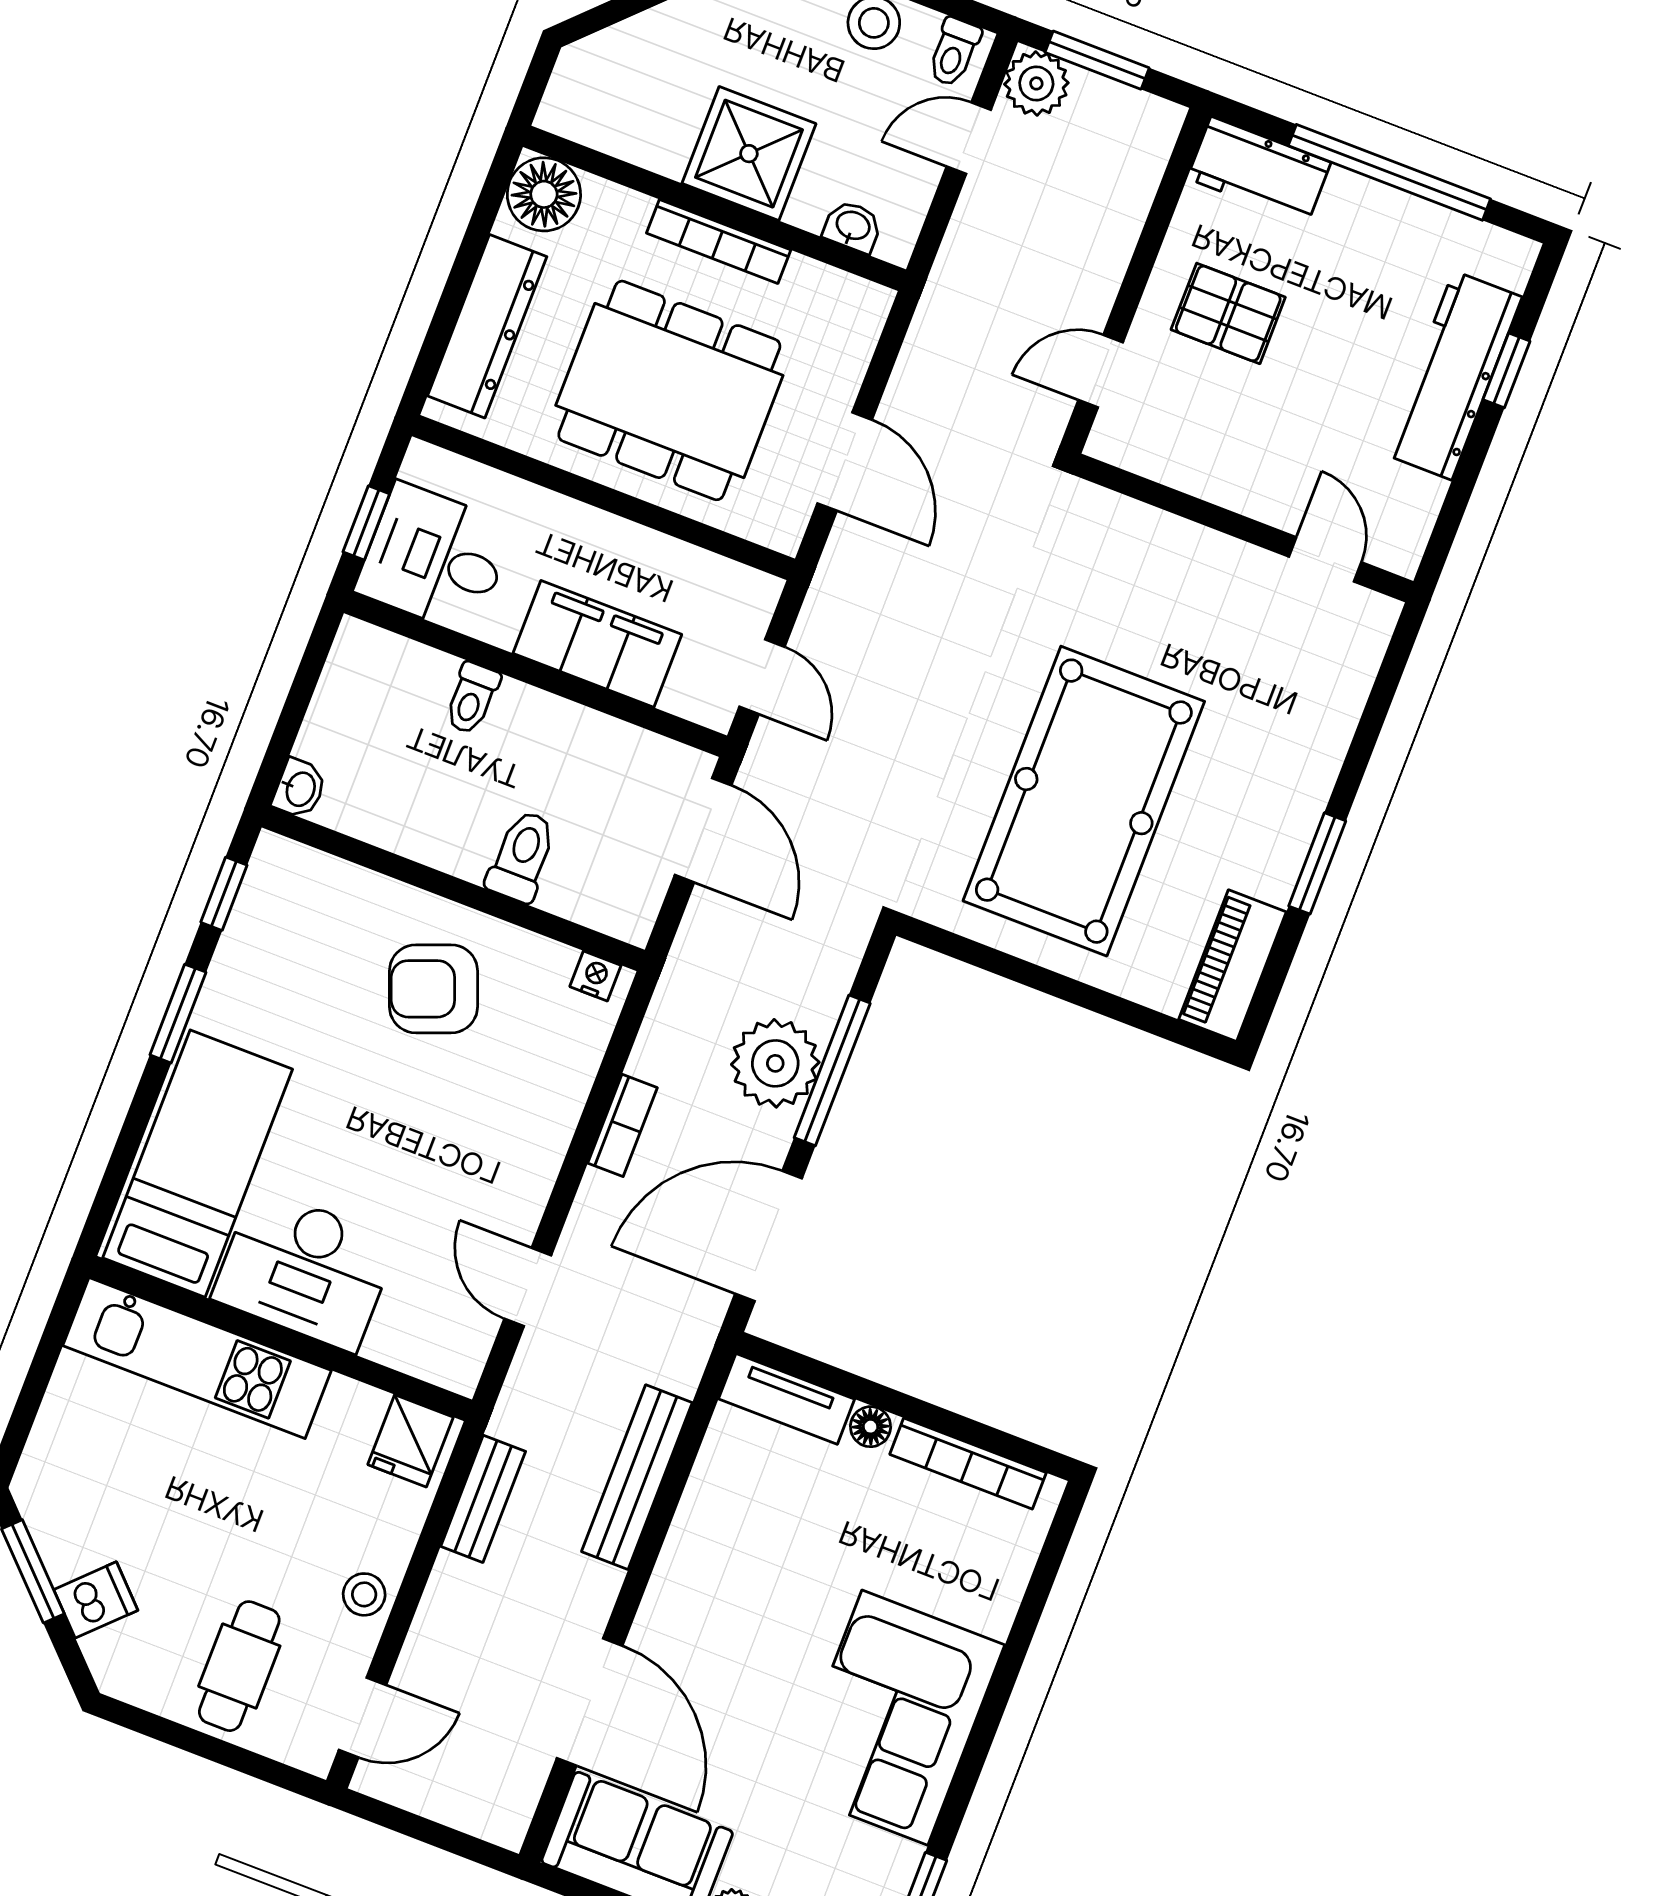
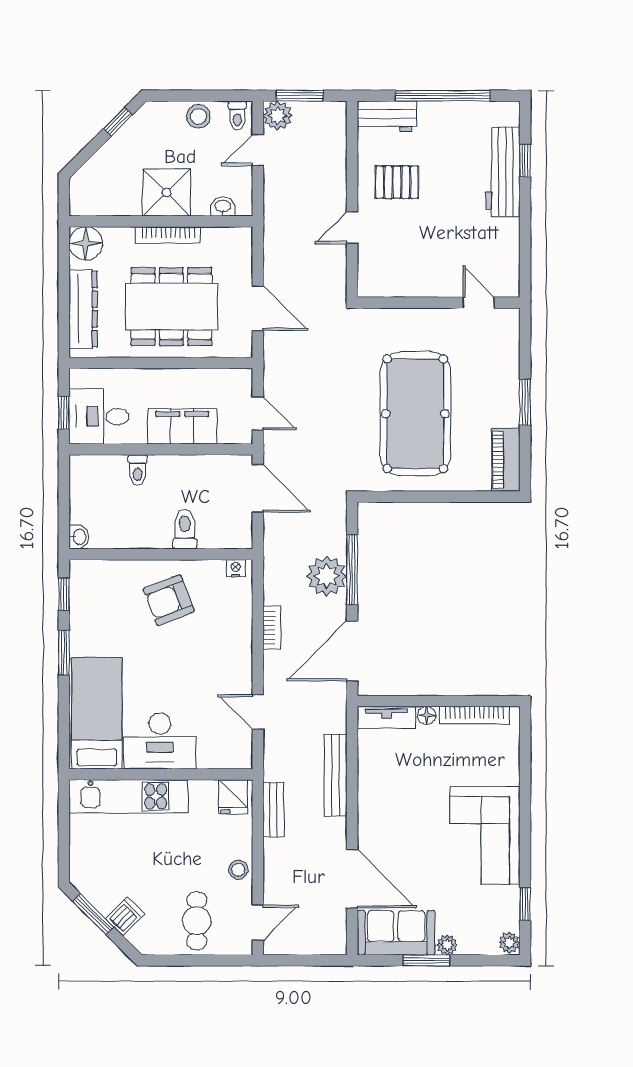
wall: (1243, 528) -> (439, 303), moved
door: (1325, 559) -> (479, 303), moved

